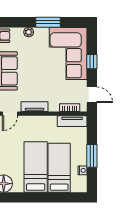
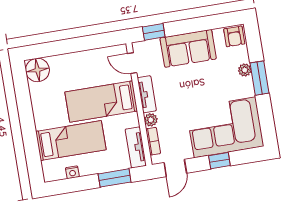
window: (48, 22) -> (260, 78), moved
plant: (54, 107) -> (151, 120), added
window: (92, 156) -> (115, 178), moved
bed: (36, 167) -> (101, 102), moved, turned 180

